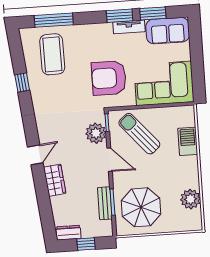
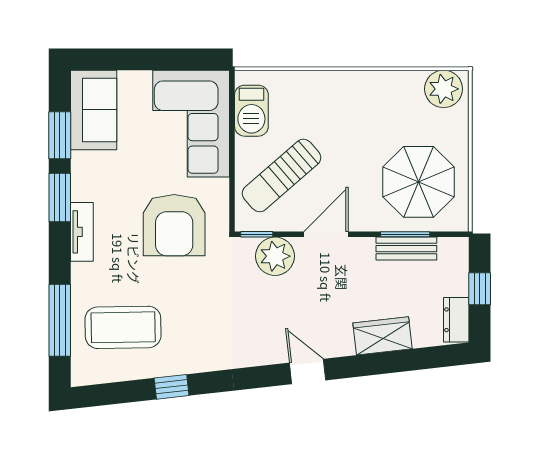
tv unit: (129, 27) -> (82, 232), moved
barbecue: (188, 141) -> (251, 111), moved, turned -90
wardrobe: (55, 180) -> (383, 336), moved
plant: (190, 199) -> (444, 89), moved

